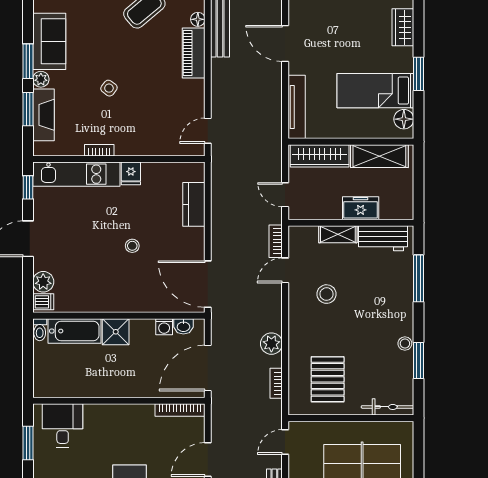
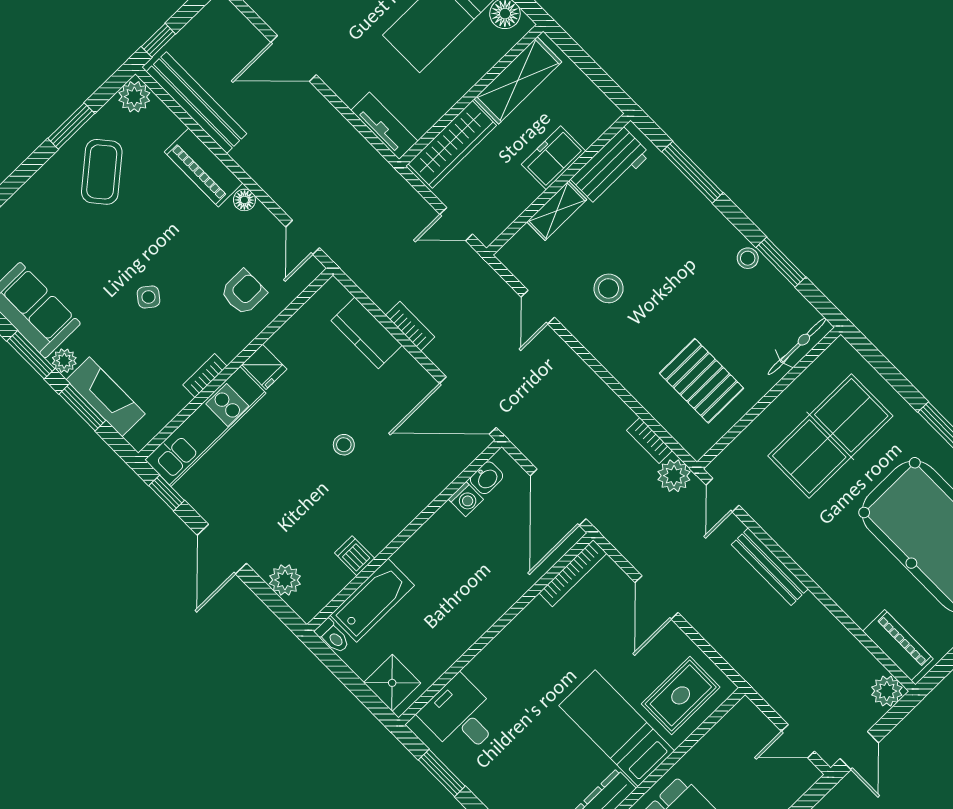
floor lamp: (198, 19) -> (244, 200), moved
tv unit: (297, 107) -> (384, 126), width x0.71
armchair: (155, 129) -> (243, 292), added
bookcase: (276, 241) -> (410, 326), moved, turned 180
dishwasher: (43, 302) -> (355, 556), moved, turned -90
shower: (116, 332) -> (392, 683), moved
plant: (271, 344) -> (674, 476), moved

